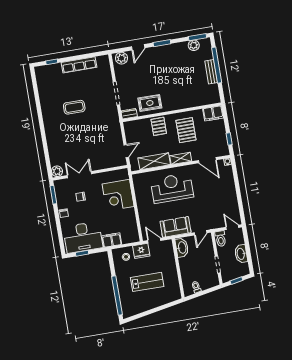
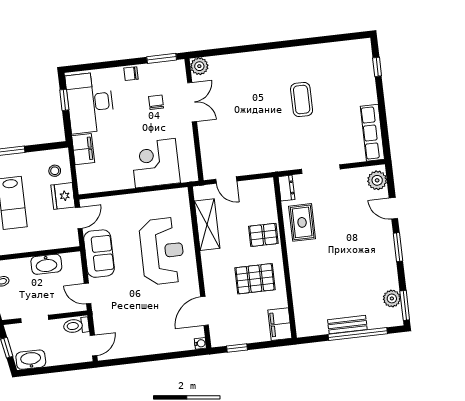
row of seats: (79, 65) -> (372, 133), moved
shelving: (181, 158) -> (210, 268), removed
washbasin: (182, 248) -> (46, 264), moved
washbasin: (241, 254) -> (31, 360), moved

